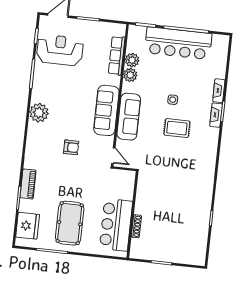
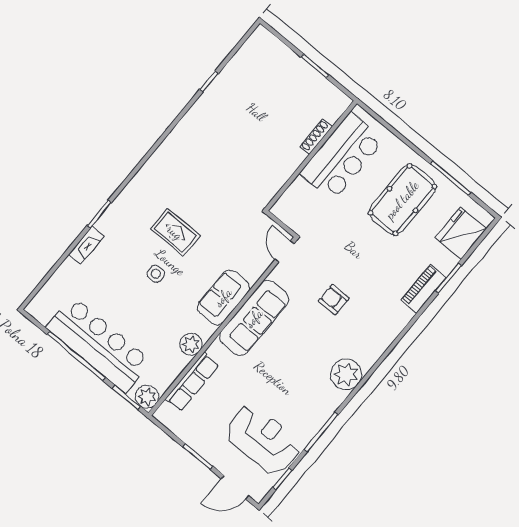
reception desk: (60, 50) -> (263, 440), turned 180
plant: (132, 60) -> (147, 397), moved
fireplace: (216, 115) -> (112, 215), removed
sofa: (129, 117) -> (223, 297), width x0.73

